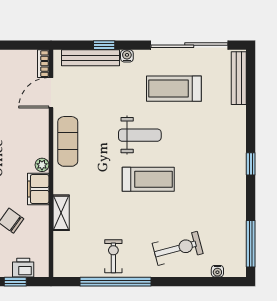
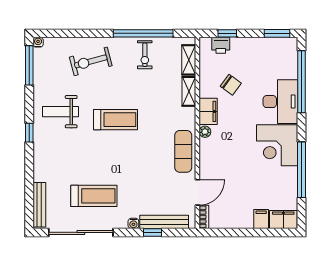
weight bench: (140, 135) -> (60, 112), moved
treadmill: (148, 179) -> (115, 120), turned 180
shelving: (61, 250) -> (189, 60), added
water cooler: (217, 271) -> (38, 42), moved

